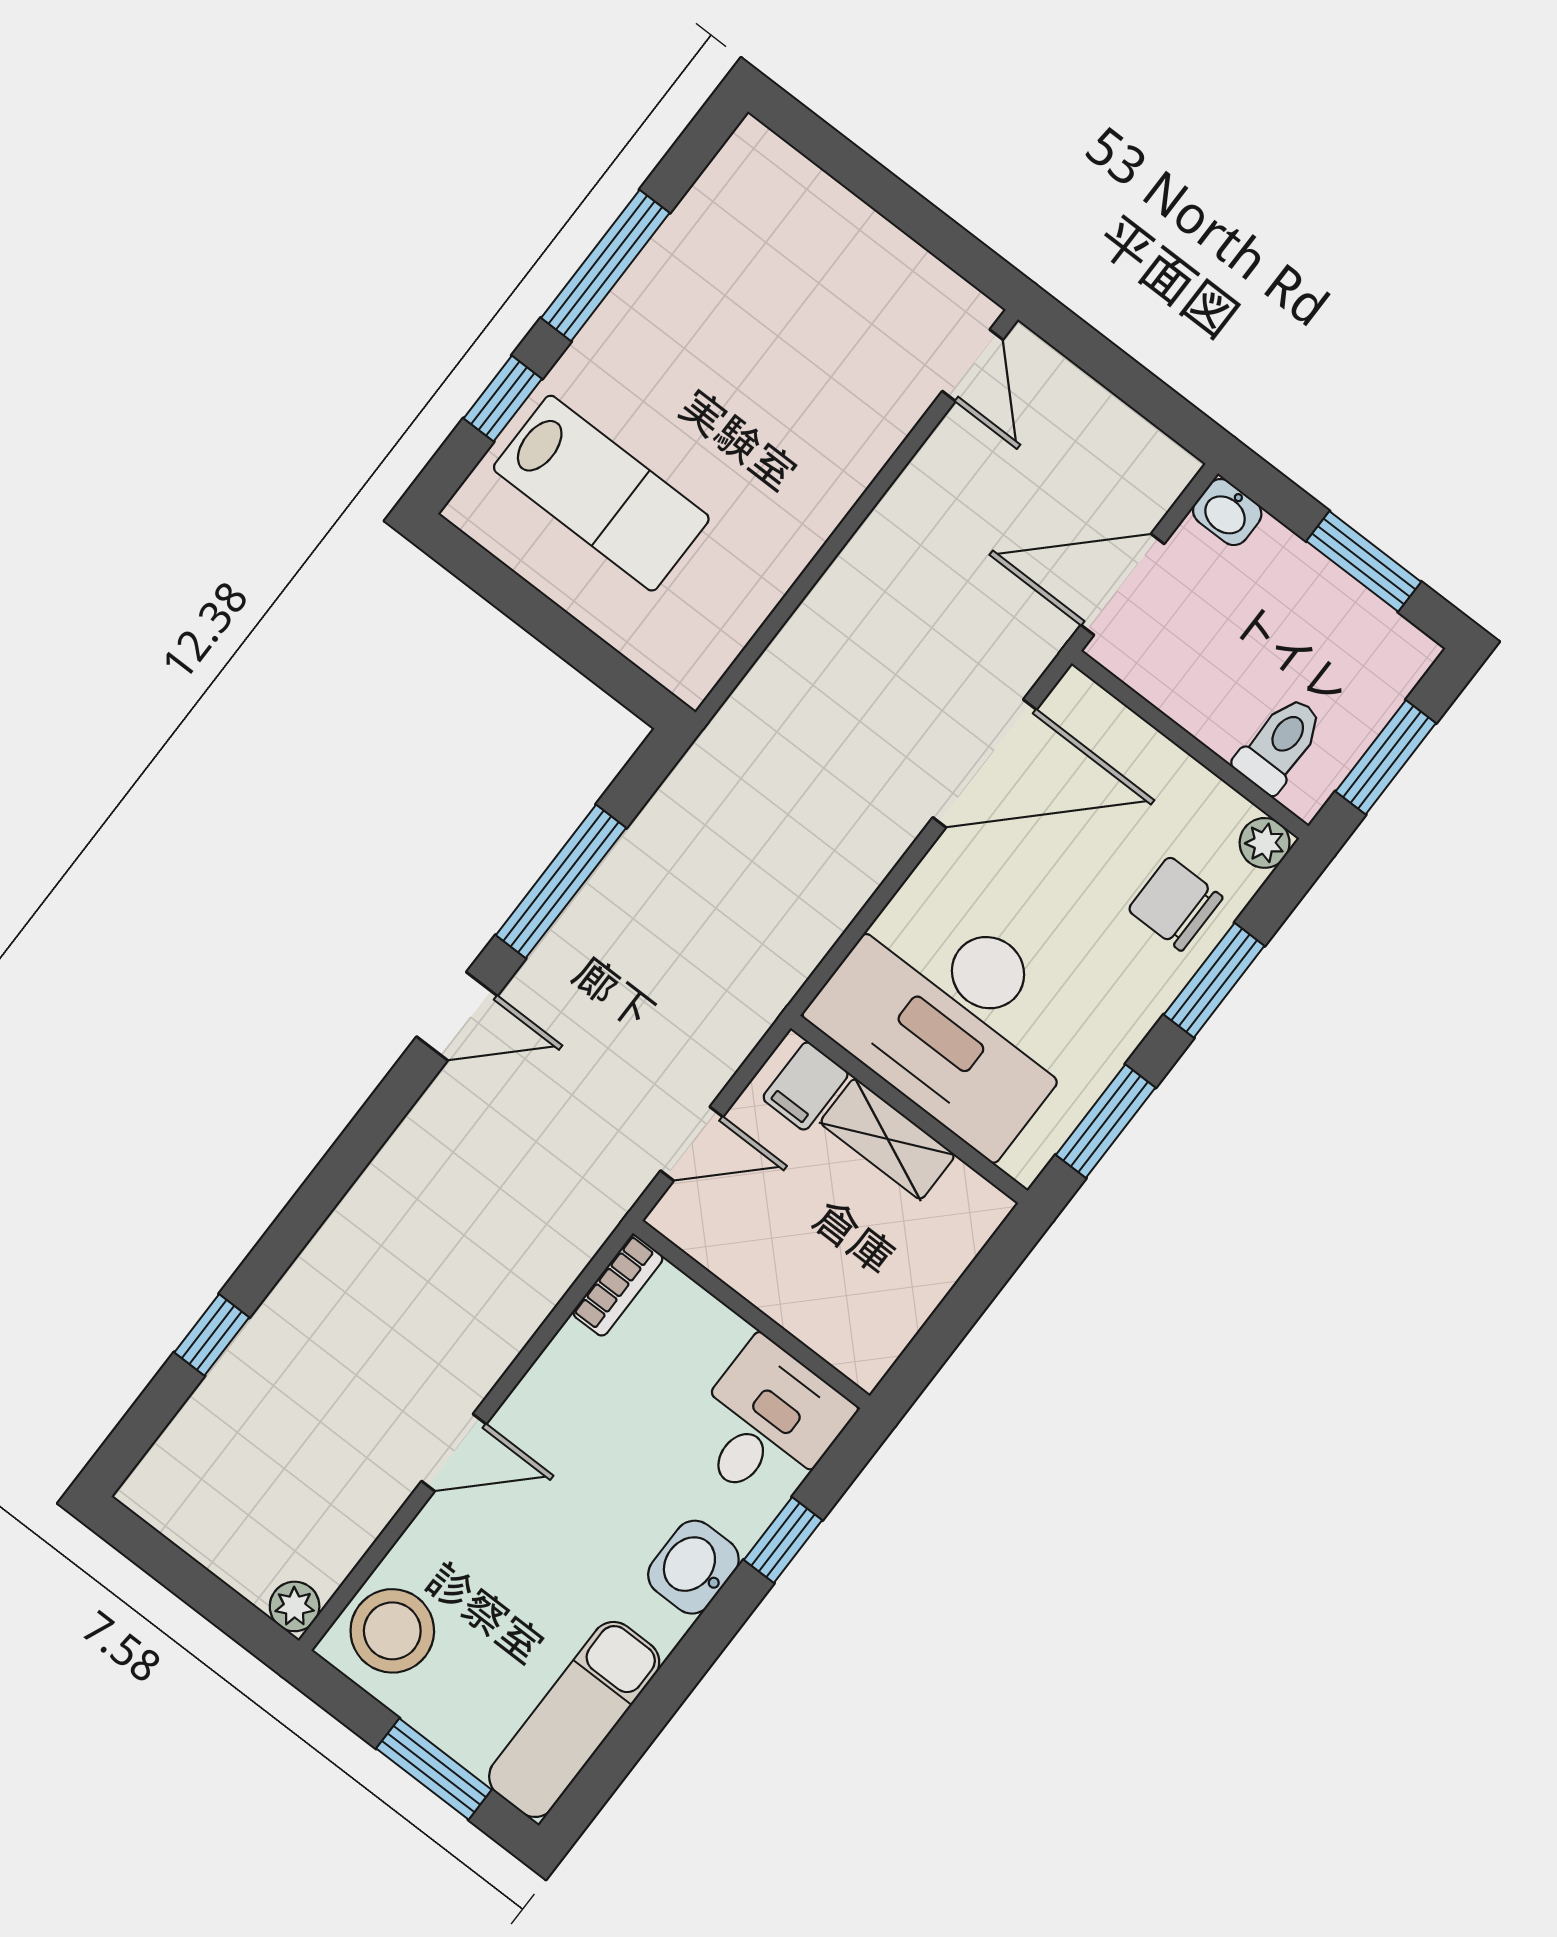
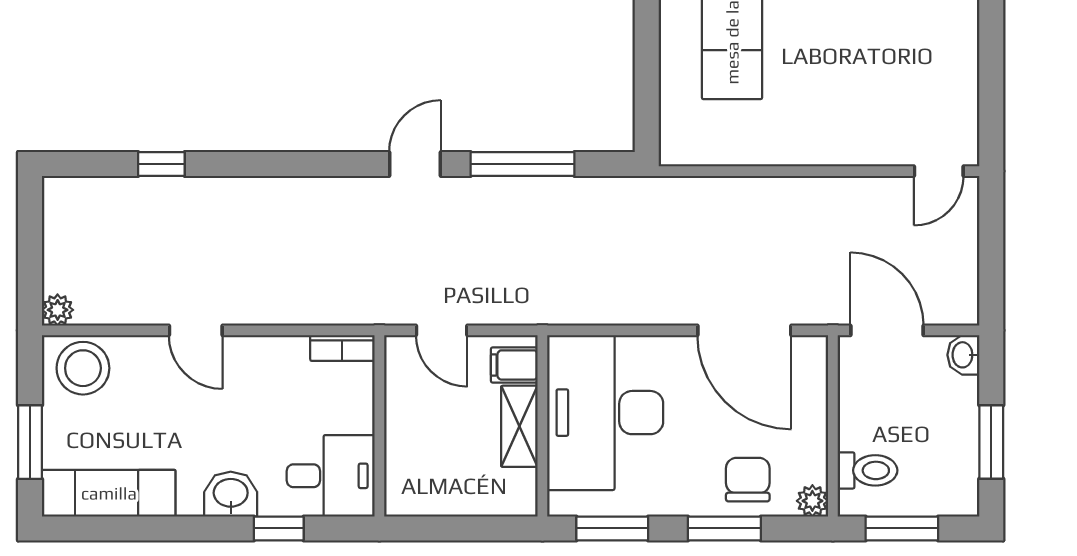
door: (457, 1016) -> (415, 164), swing flipped

